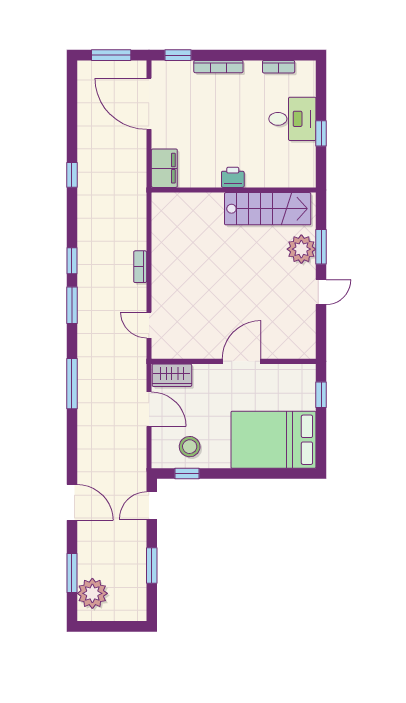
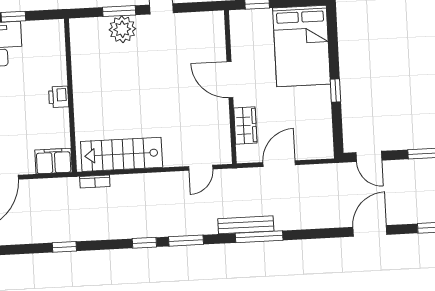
stairs: (268, 209) -> (122, 154), moved, turned -90
bookcase: (140, 267) -> (95, 182), moved
bench: (85, 370) -> (246, 225), added
wardrobe: (172, 375) -> (245, 125), moved
stool: (190, 447) -> (312, 124), removed
window: (187, 474) -> (335, 90), moved

